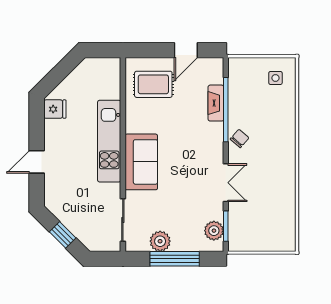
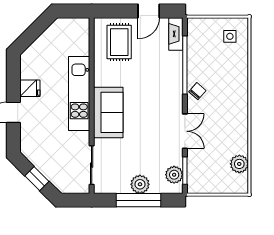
rug: (153, 84) -> (119, 42), turned 90
fireplace: (216, 103) -> (176, 34), moved
fridge: (55, 109) -> (30, 88), moved
plant: (286, 219) -> (239, 164), added
plant: (160, 241) -> (140, 184), moved

